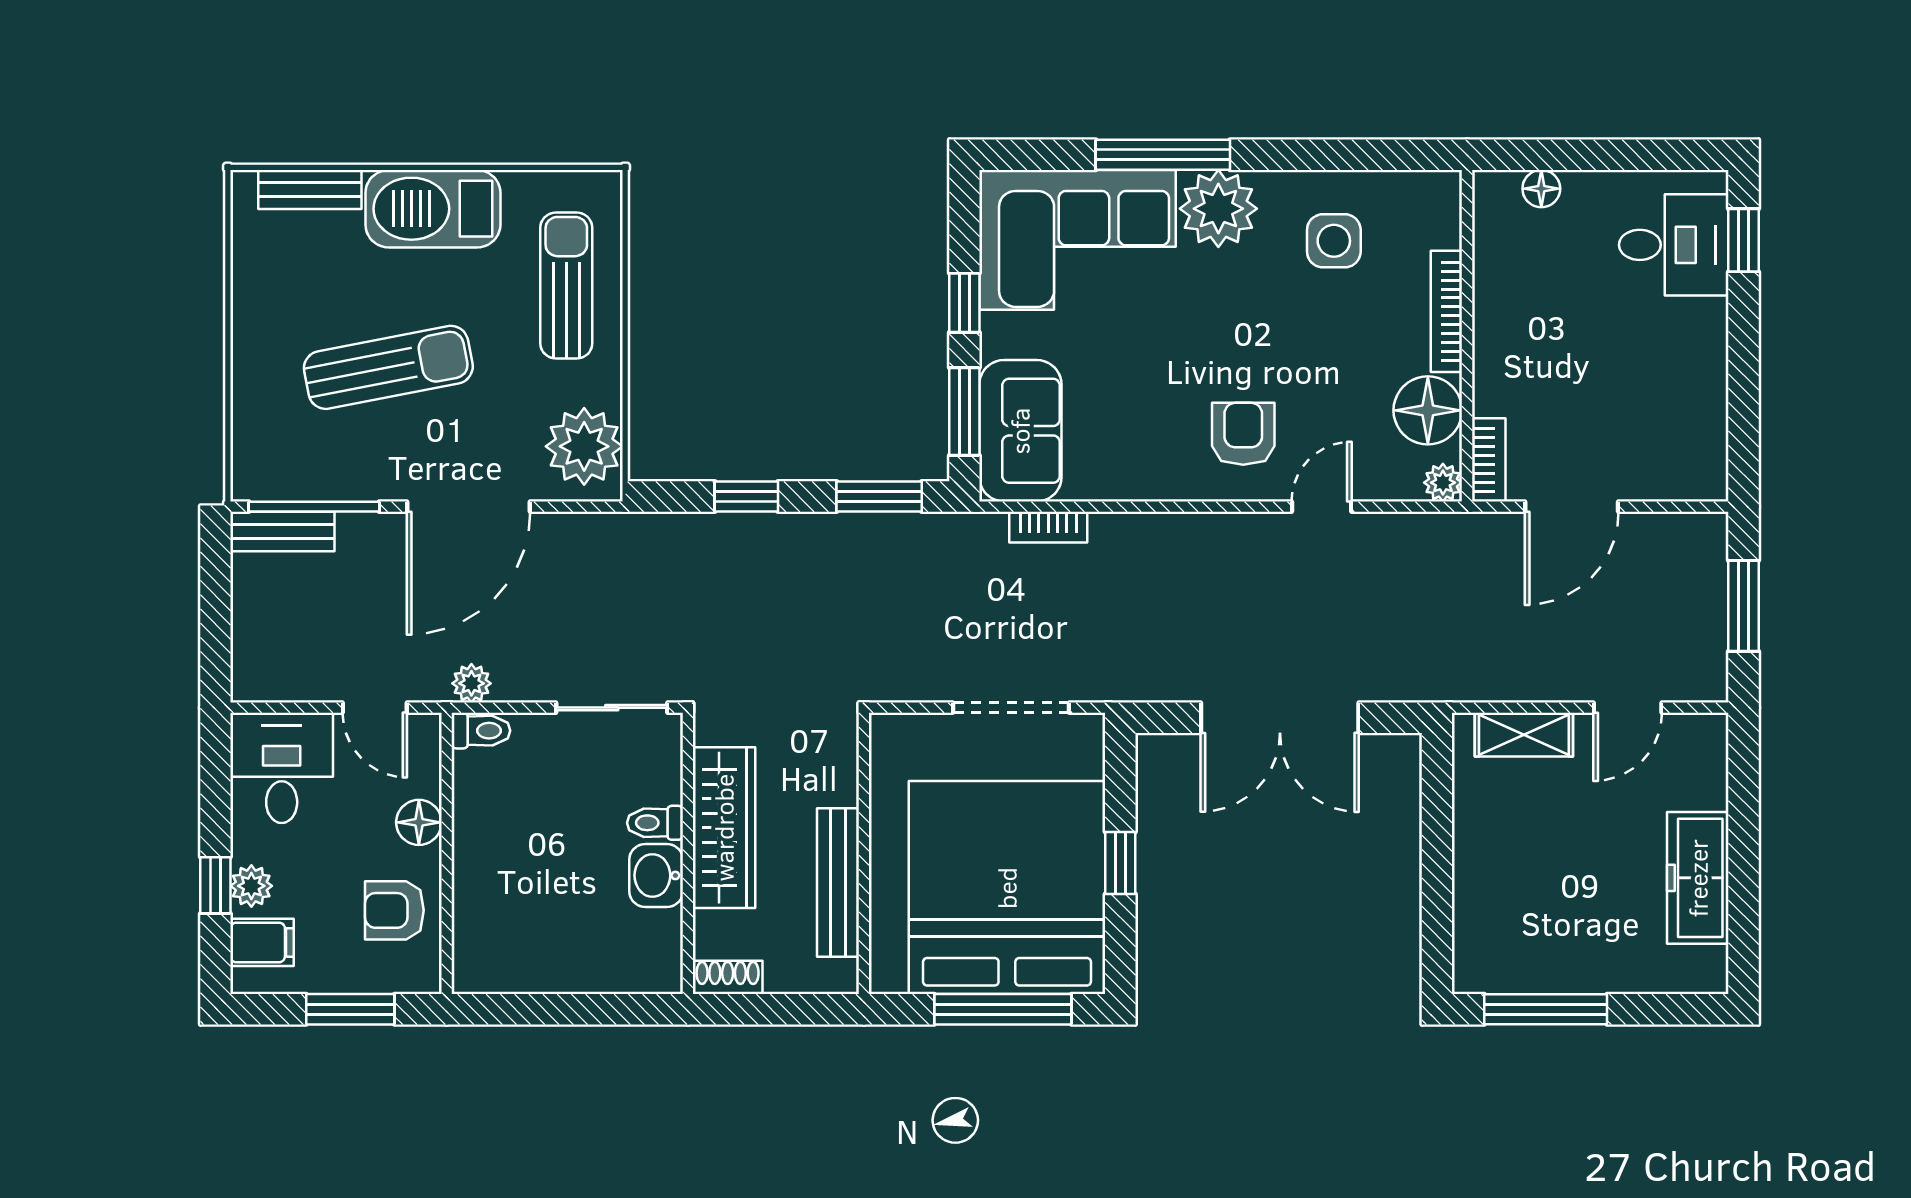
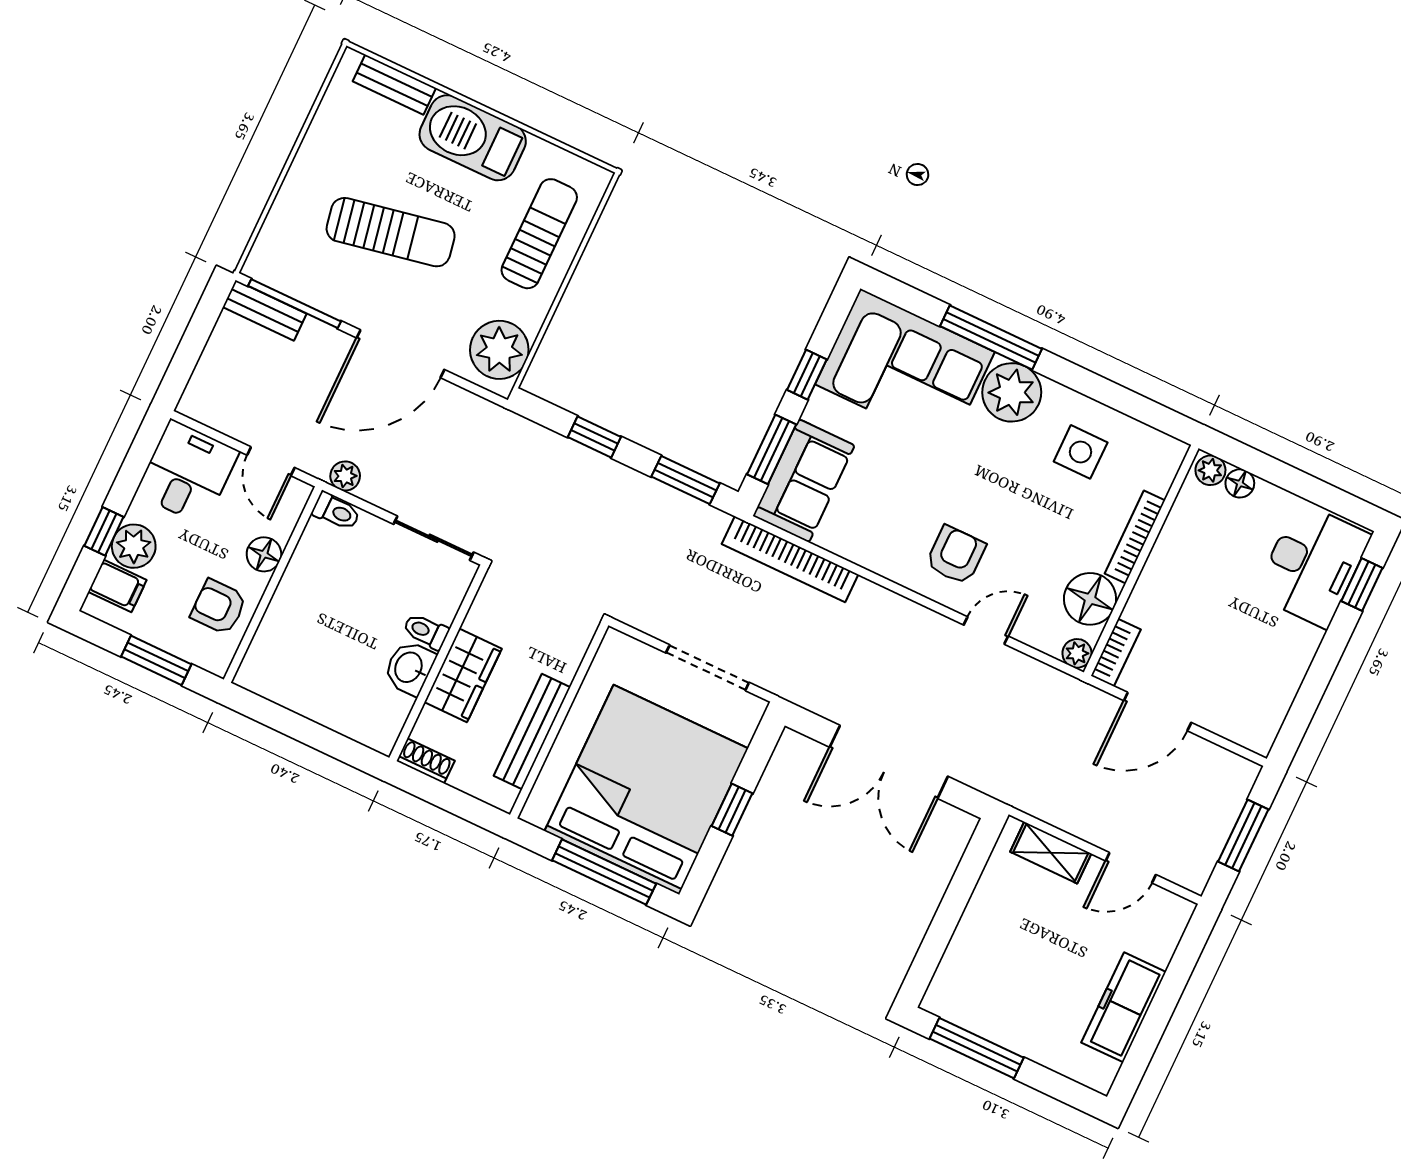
plant: (1499, 189) -> (1210, 470), added
desk: (1674, 245) -> (1312, 565), width x1.37
bookcase: (1048, 527) -> (790, 559), width x2.31, depth x1.31
wardrobe: (724, 828) -> (463, 675), width x0.67
plant: (251, 886) -> (134, 546), width x1.38, depth x1.38

